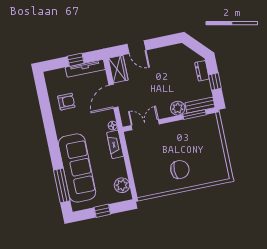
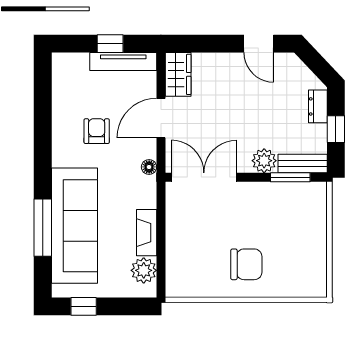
door: (136, 47) -> (259, 44), moved
armchair: (66, 102) -> (97, 131), moved, turned -90
double door: (145, 125) -> (204, 177), width x1.37
fireplace: (115, 144) -> (147, 233), moved
window: (62, 185) -> (43, 228), moved
window: (102, 211) -> (84, 306), moved

